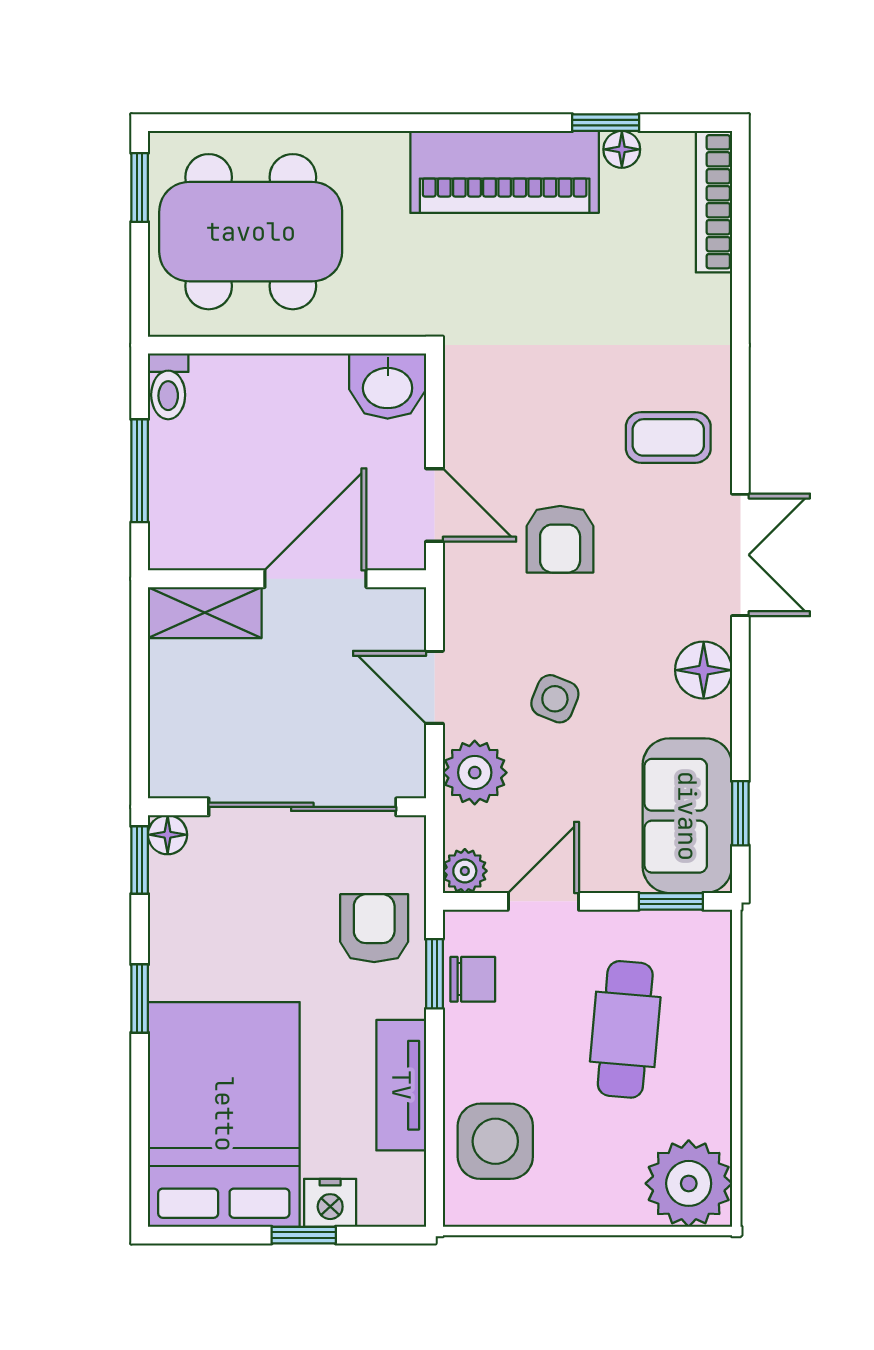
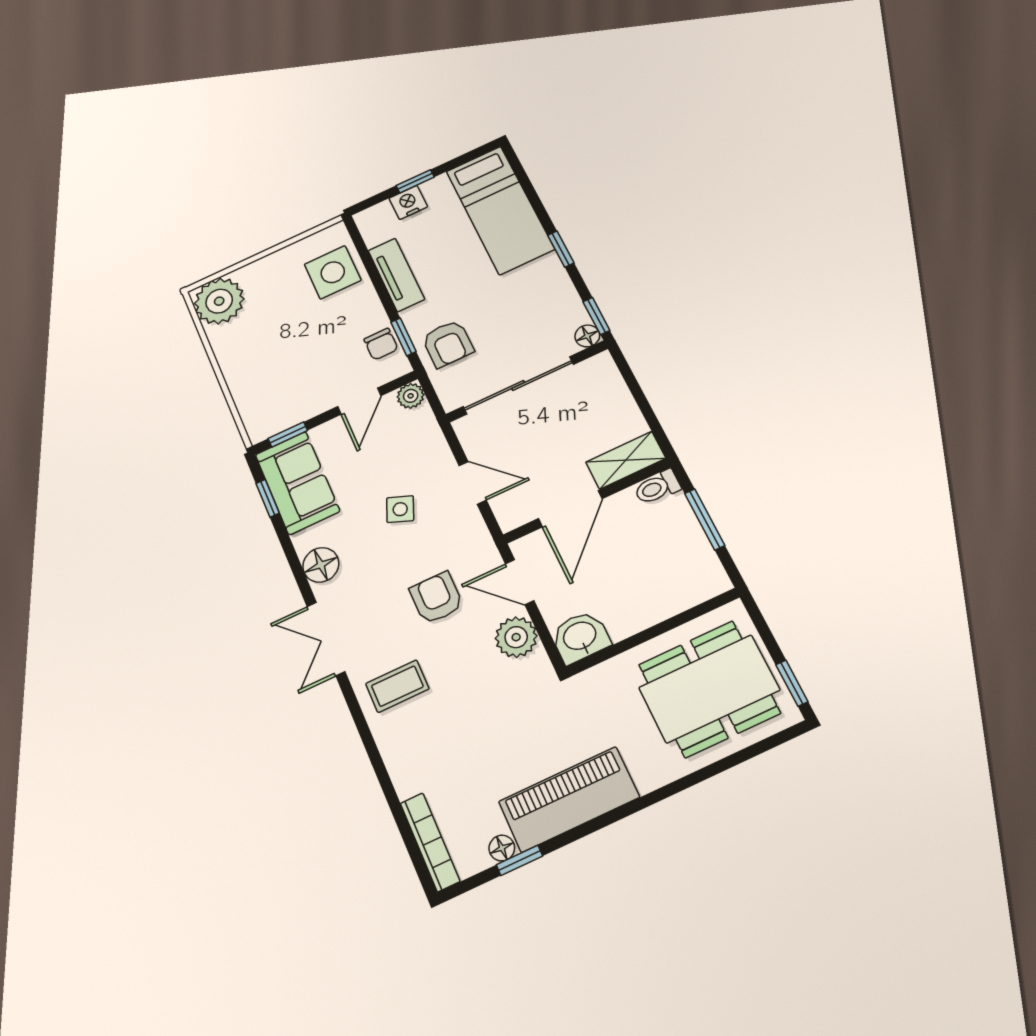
toilet: (168, 386) -> (657, 487), moved, turned -90
plant: (475, 773) -> (516, 637), moved
chair: (473, 979) -> (381, 344), turned -90
cafe table: (625, 1029) -> (286, 359), removed
bed: (224, 1114) -> (500, 210), width x0.67

